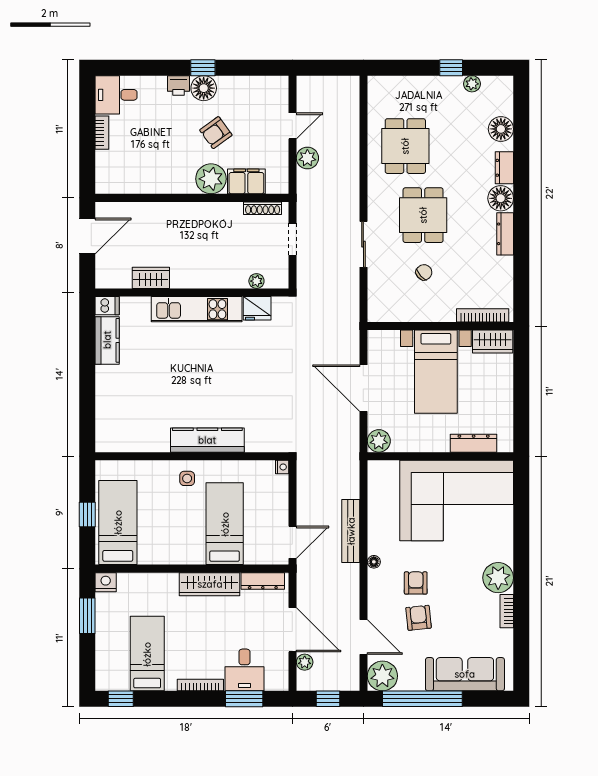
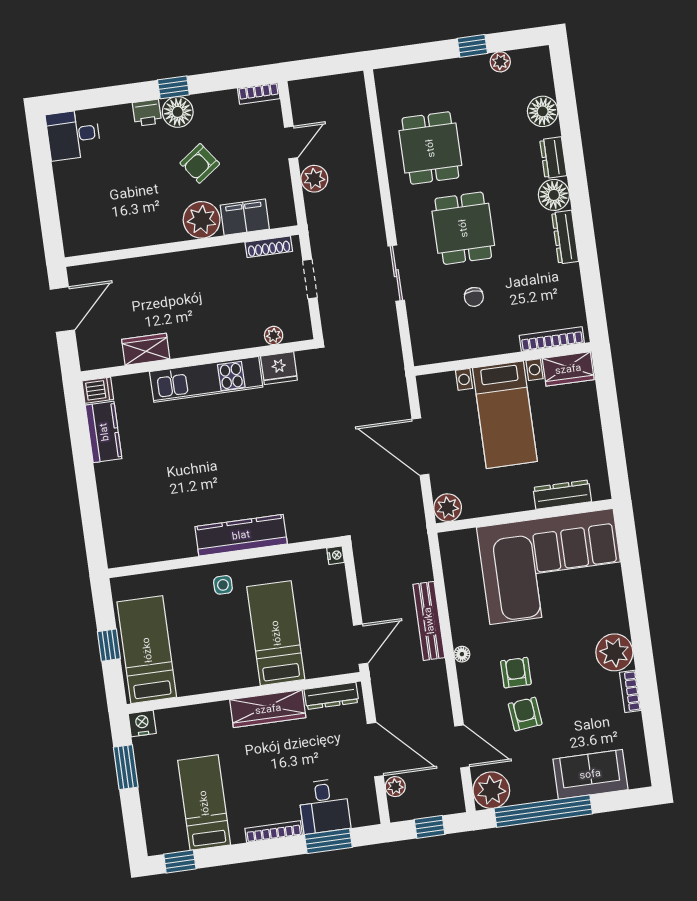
bookcase: (102, 133) -> (259, 93), moved, turned 90
chair: (424, 272) -> (474, 297), turned 132
sofa: (465, 674) -> (590, 774), width x0.73

